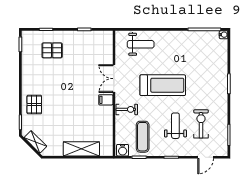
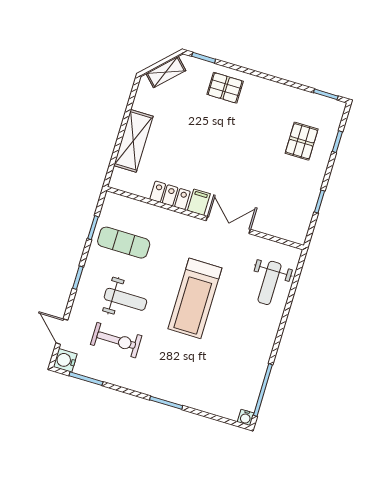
exercise bike: (127, 109) -> (174, 231), removed
locker: (107, 118) -> (170, 195), added
water cooler: (123, 150) -> (65, 360), moved

